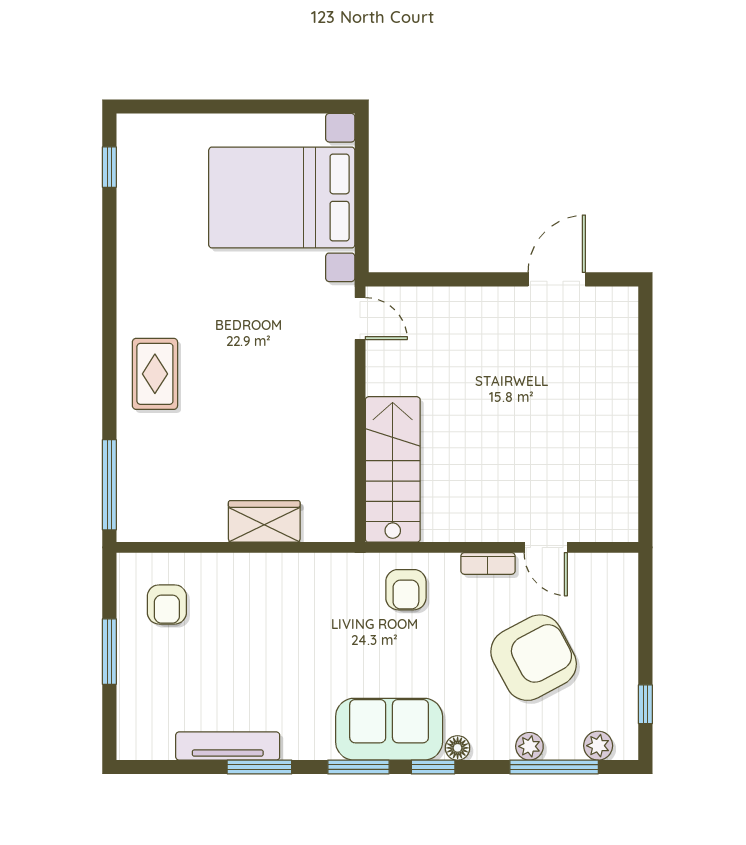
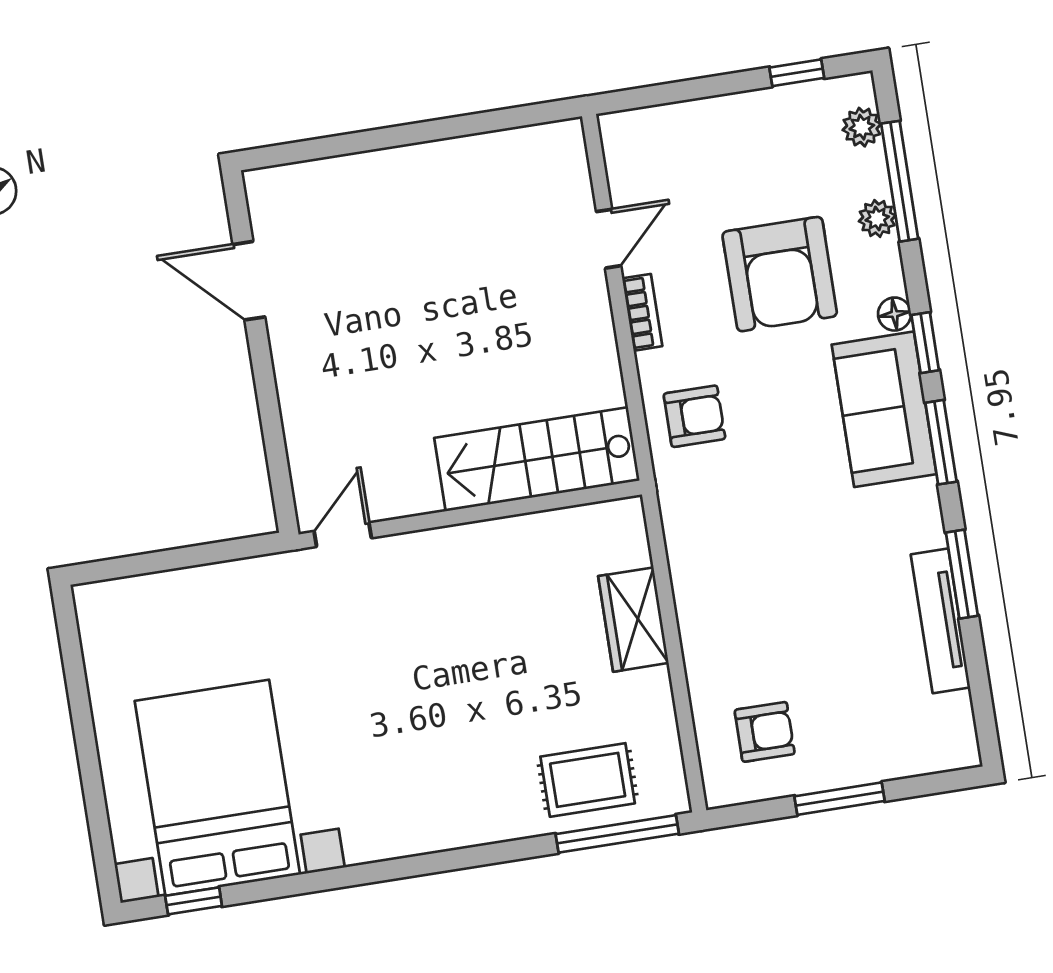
bed with nightstands: (282, 198) -> (217, 788), moved, turned 180
rug: (155, 374) -> (588, 780), moved
armchair: (534, 658) -> (780, 274), moved, turned -152

